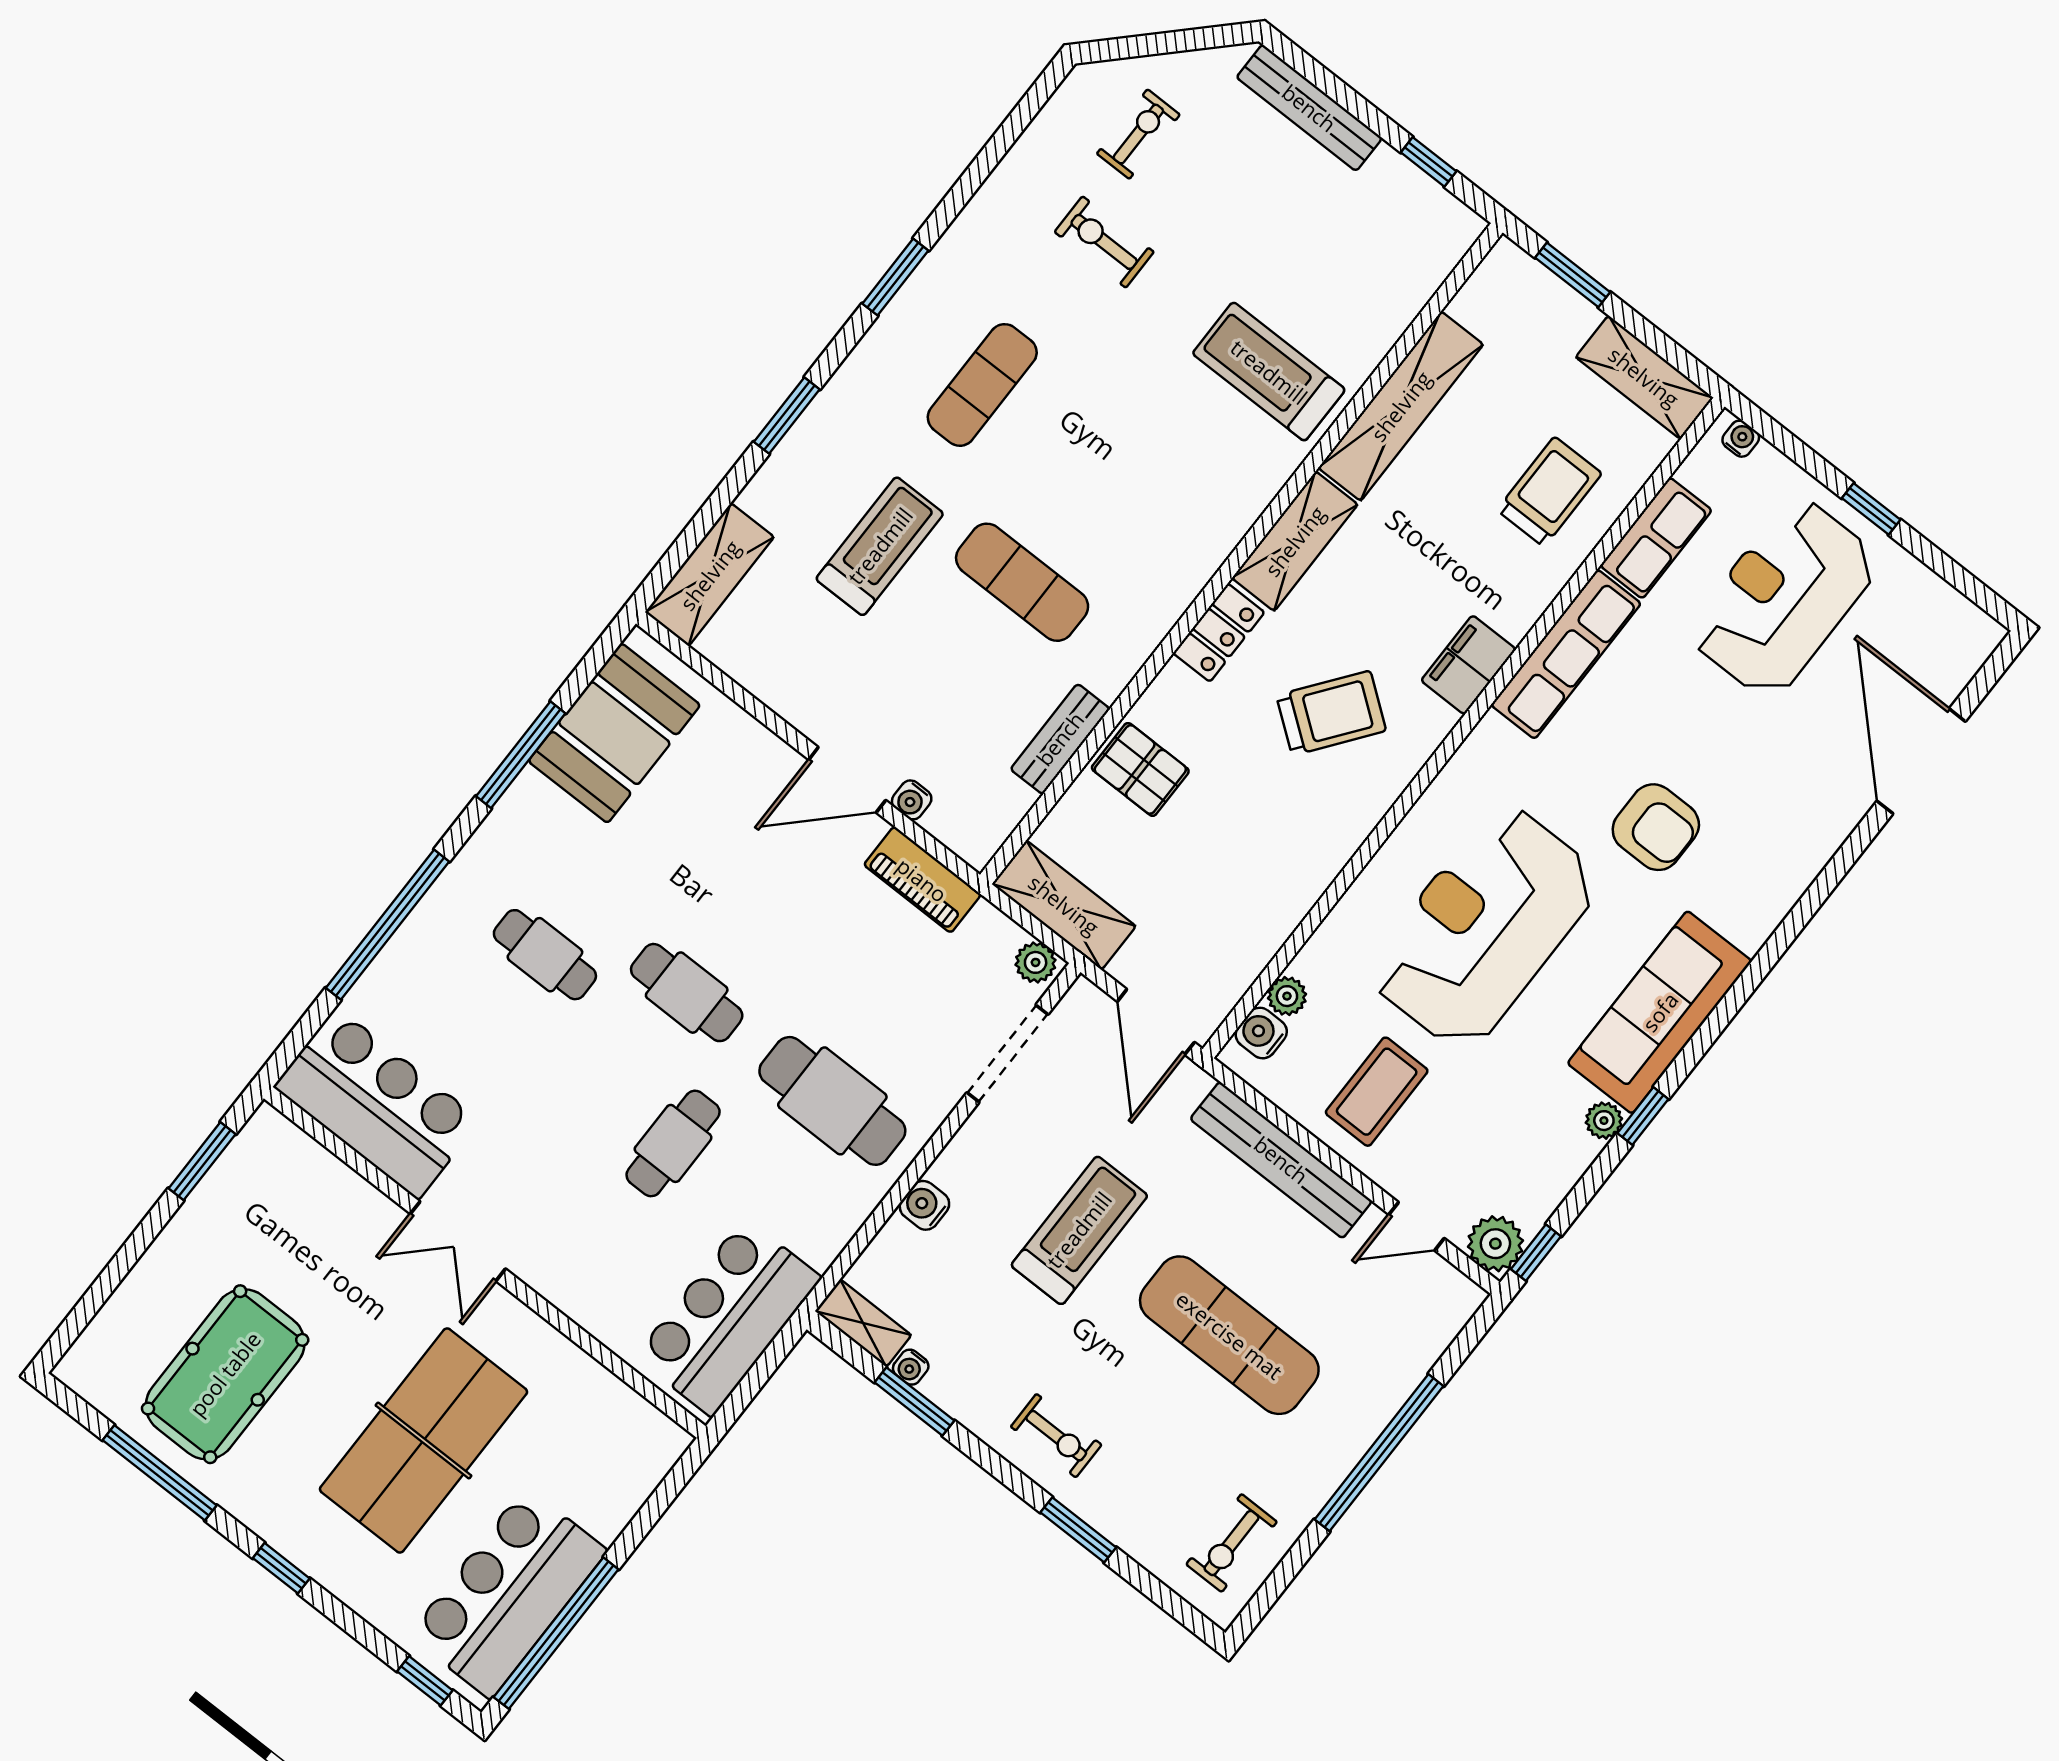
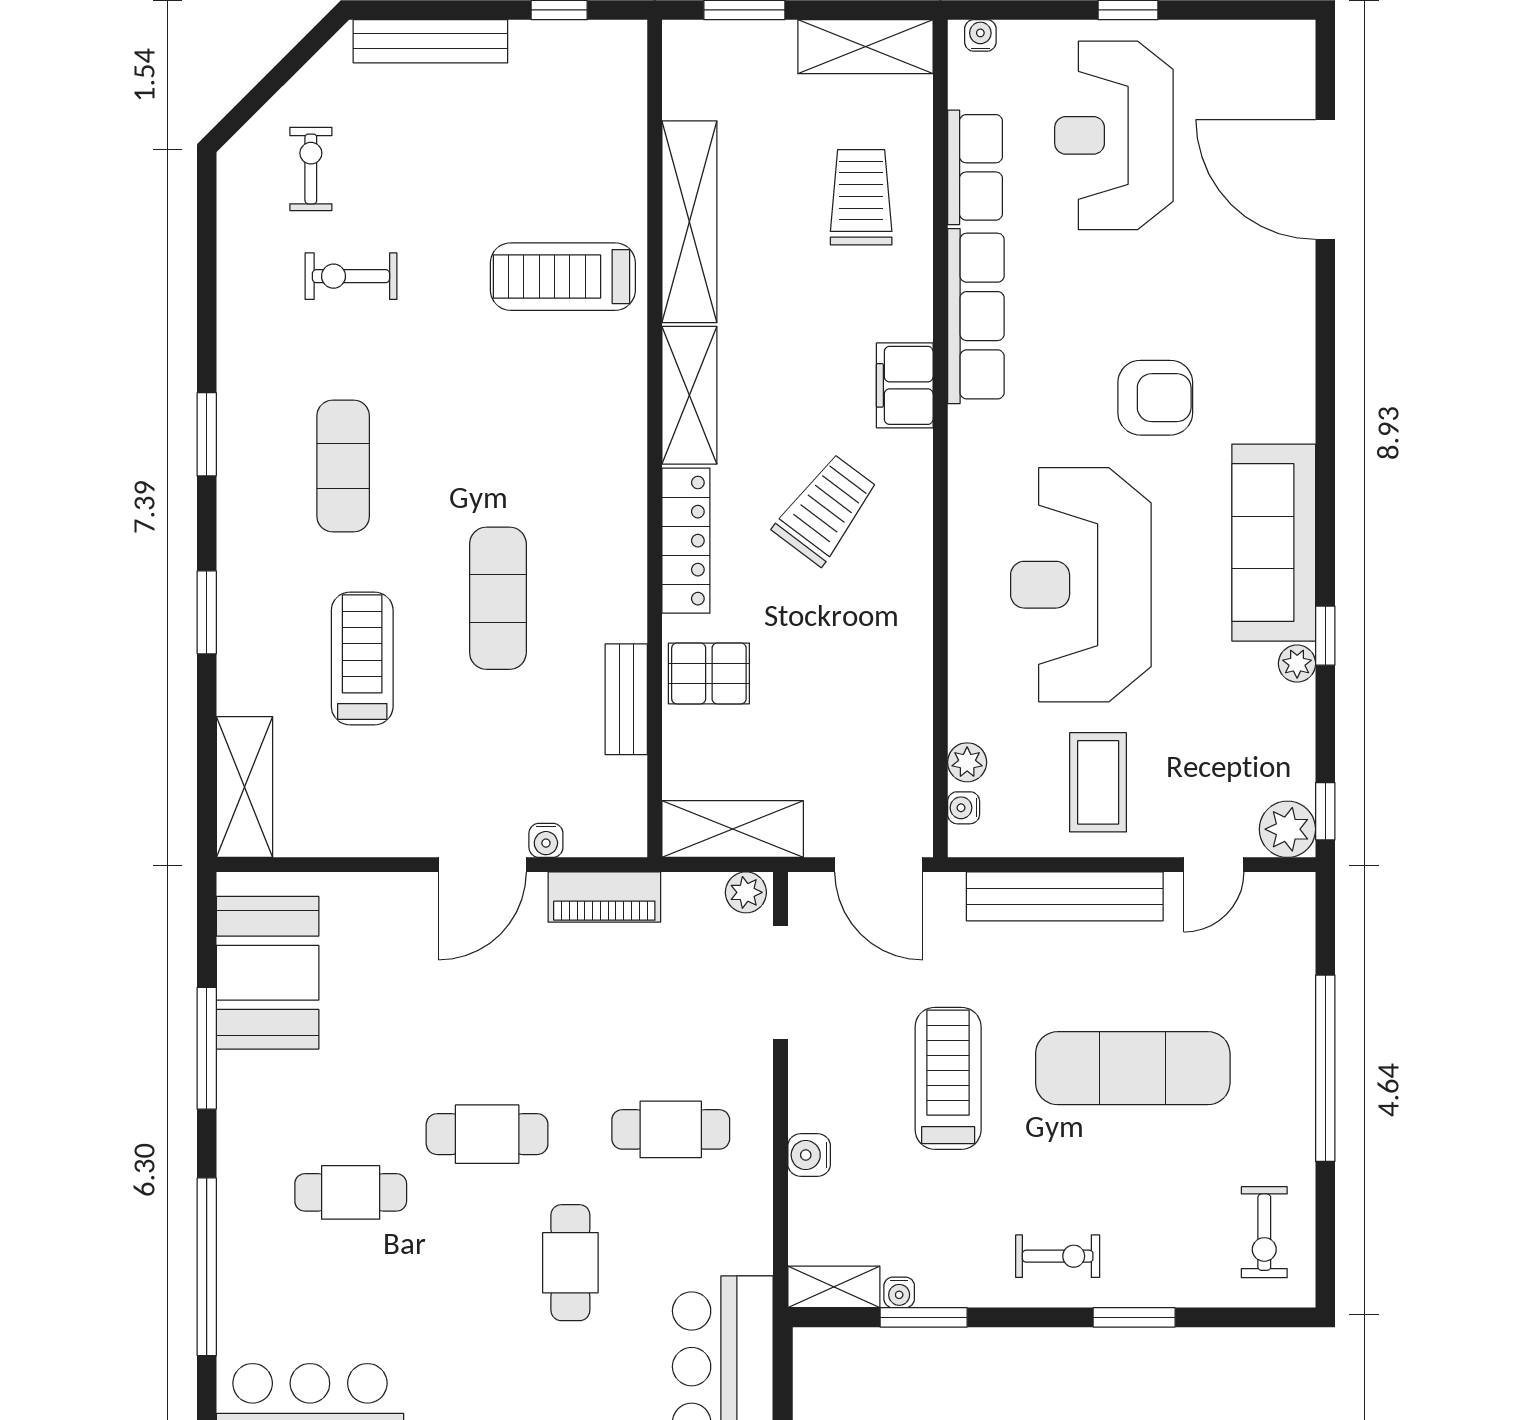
exercise mat: (1022, 582) -> (498, 598), turned 90
locker: (1219, 633) -> (686, 541), width x1.53
water cooler: (1261, 1033) -> (964, 808), width x0.72, depth x0.72
cafe table: (832, 1101) -> (671, 1129), width x0.73, depth x0.74

